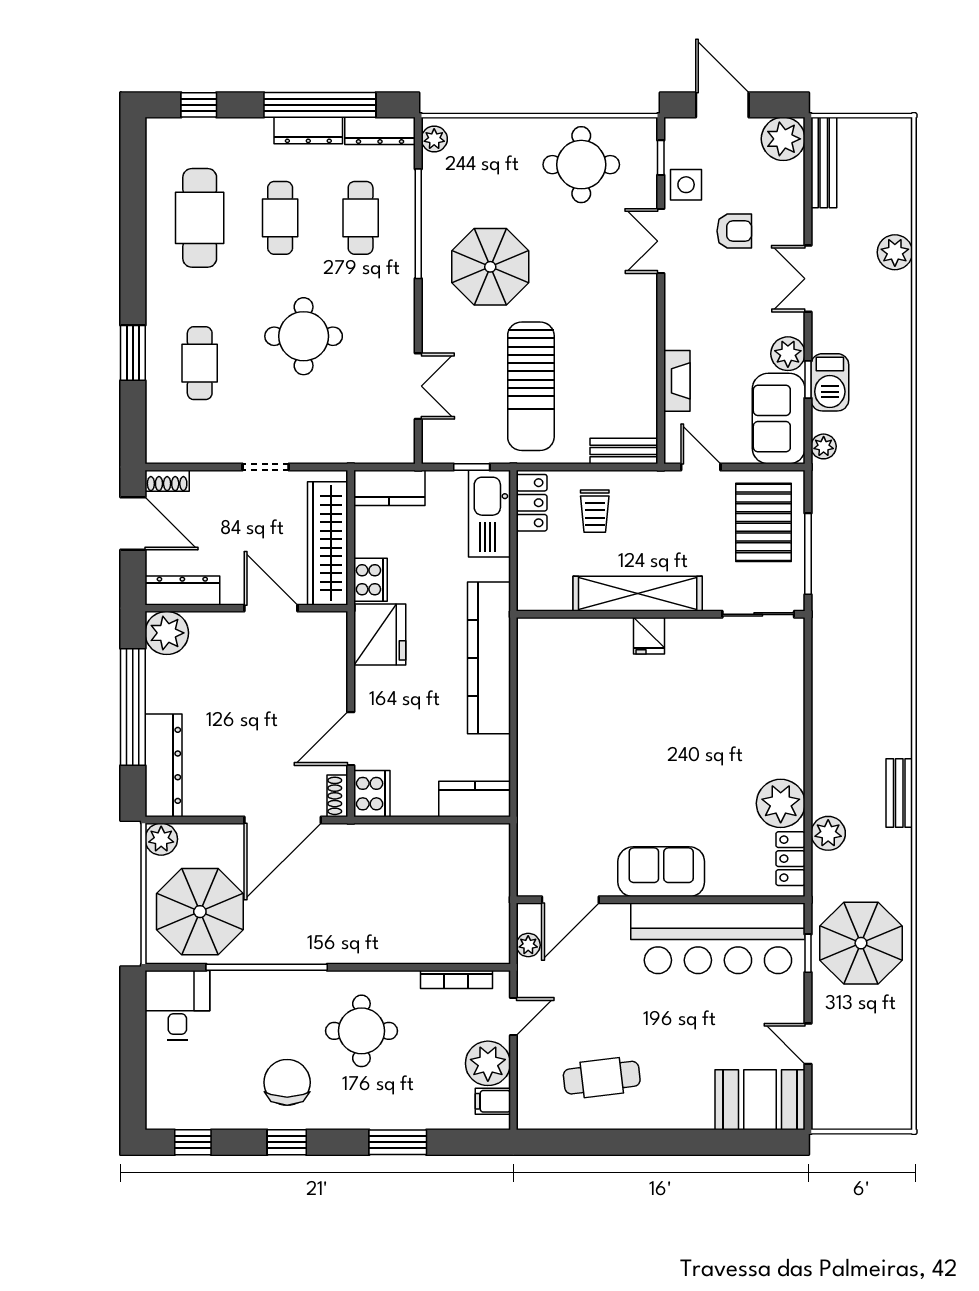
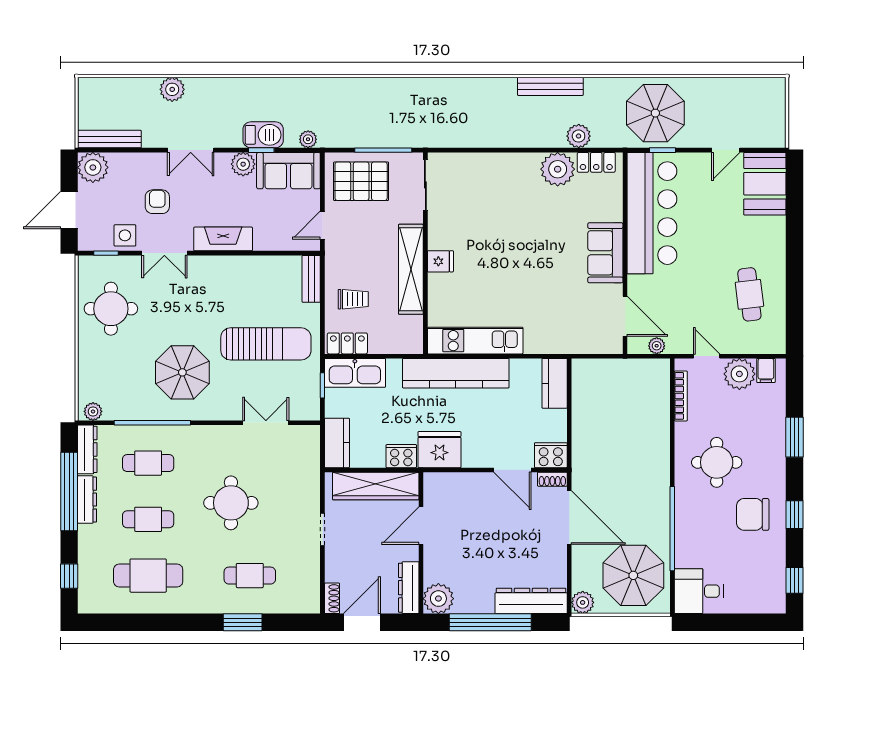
fireplace: (677, 381) -> (223, 239), moved, width x1.37, depth x1.32
kitchen unit: (536, 685) -> (475, 341), added
bench: (899, 793) -> (550, 86), width x1.36

